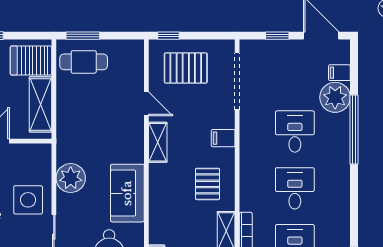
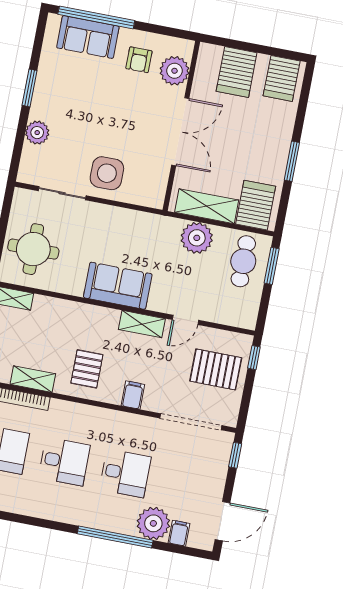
window: (277, 36) -> (235, 455), moved
pallet: (186, 68) -> (216, 369), turned 90
plant: (71, 178) -> (197, 238), moved
pallet: (208, 184) -> (87, 369), turned 90
sofa: (127, 193) -> (118, 286), moved

